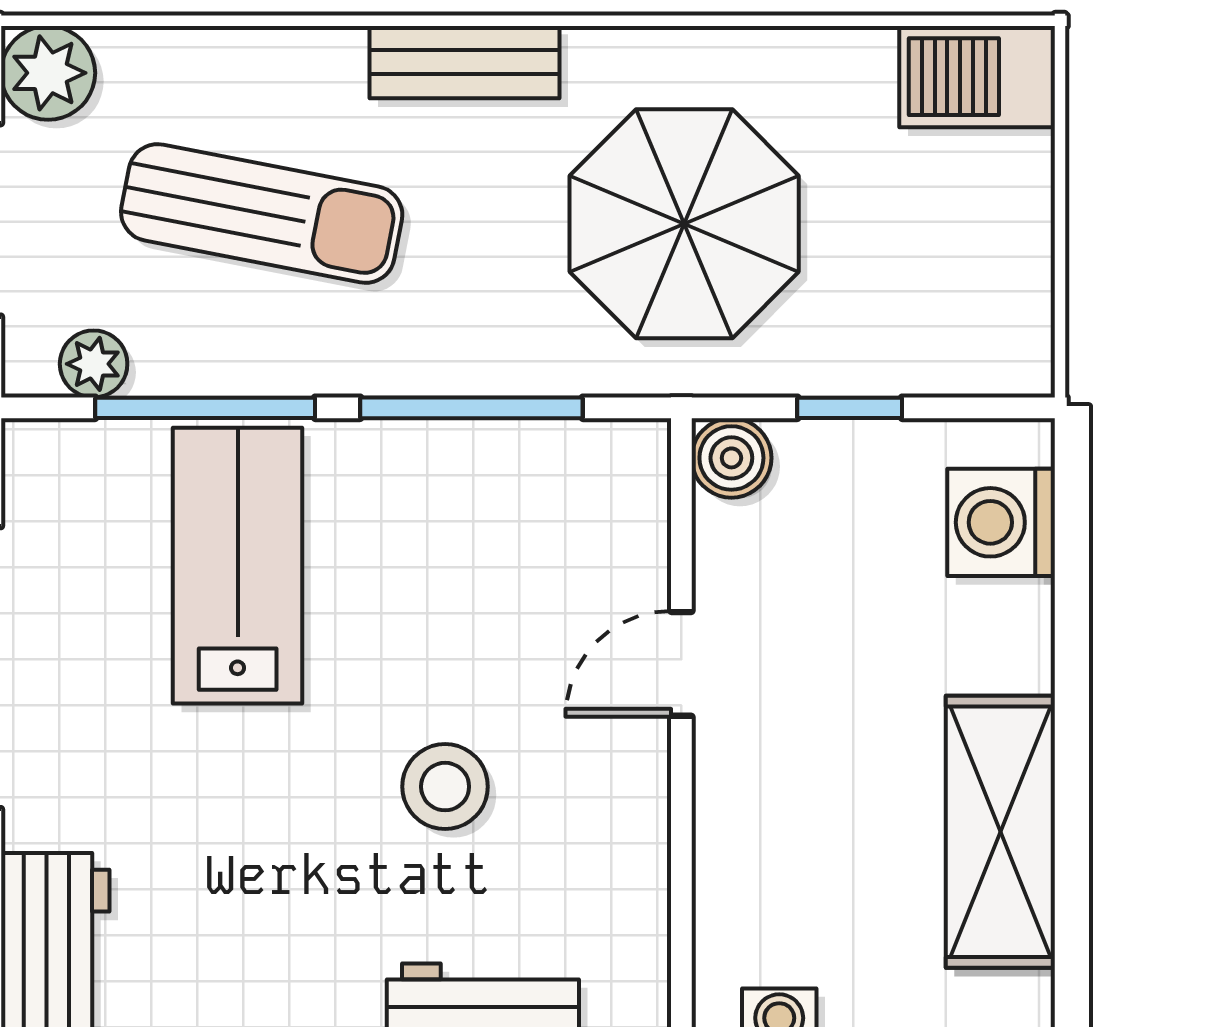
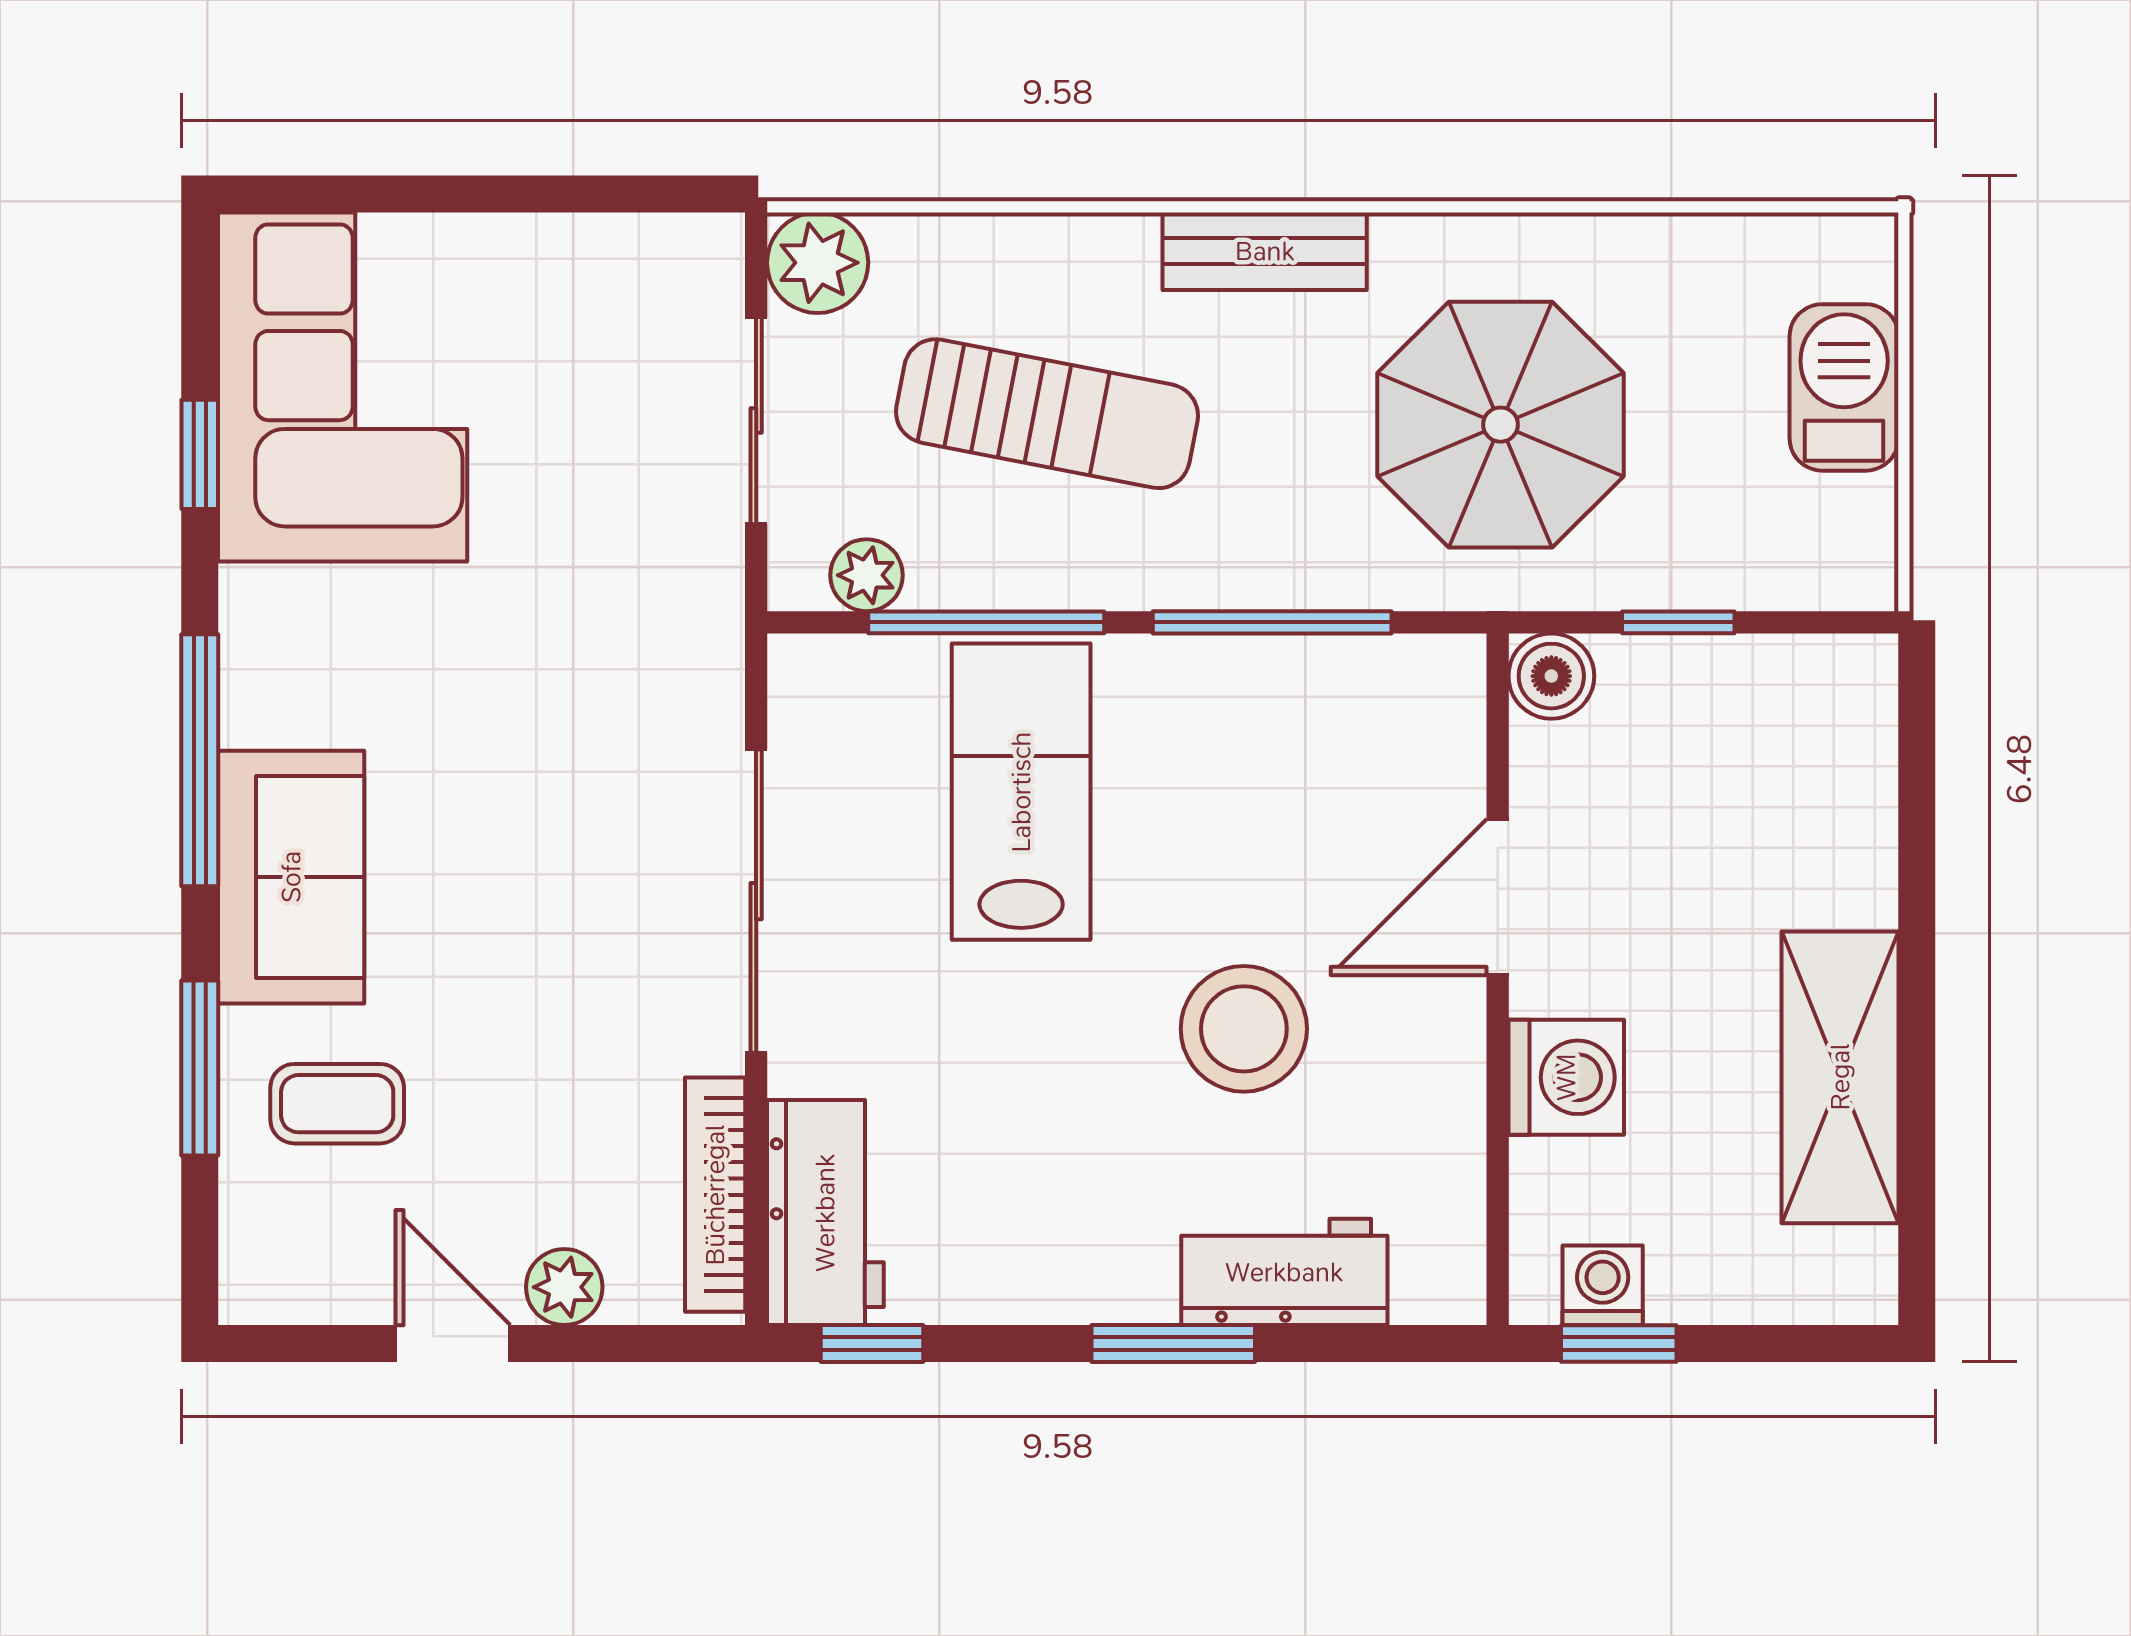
barbecue: (977, 77) -> (1844, 387), moved, turned 90
washing machine: (1001, 522) -> (1566, 1077), moved, turned 180
door: (681, 664) -> (1498, 897), width x1.38
stool: (445, 787) -> (1244, 1029), width x1.38, depth x1.38

